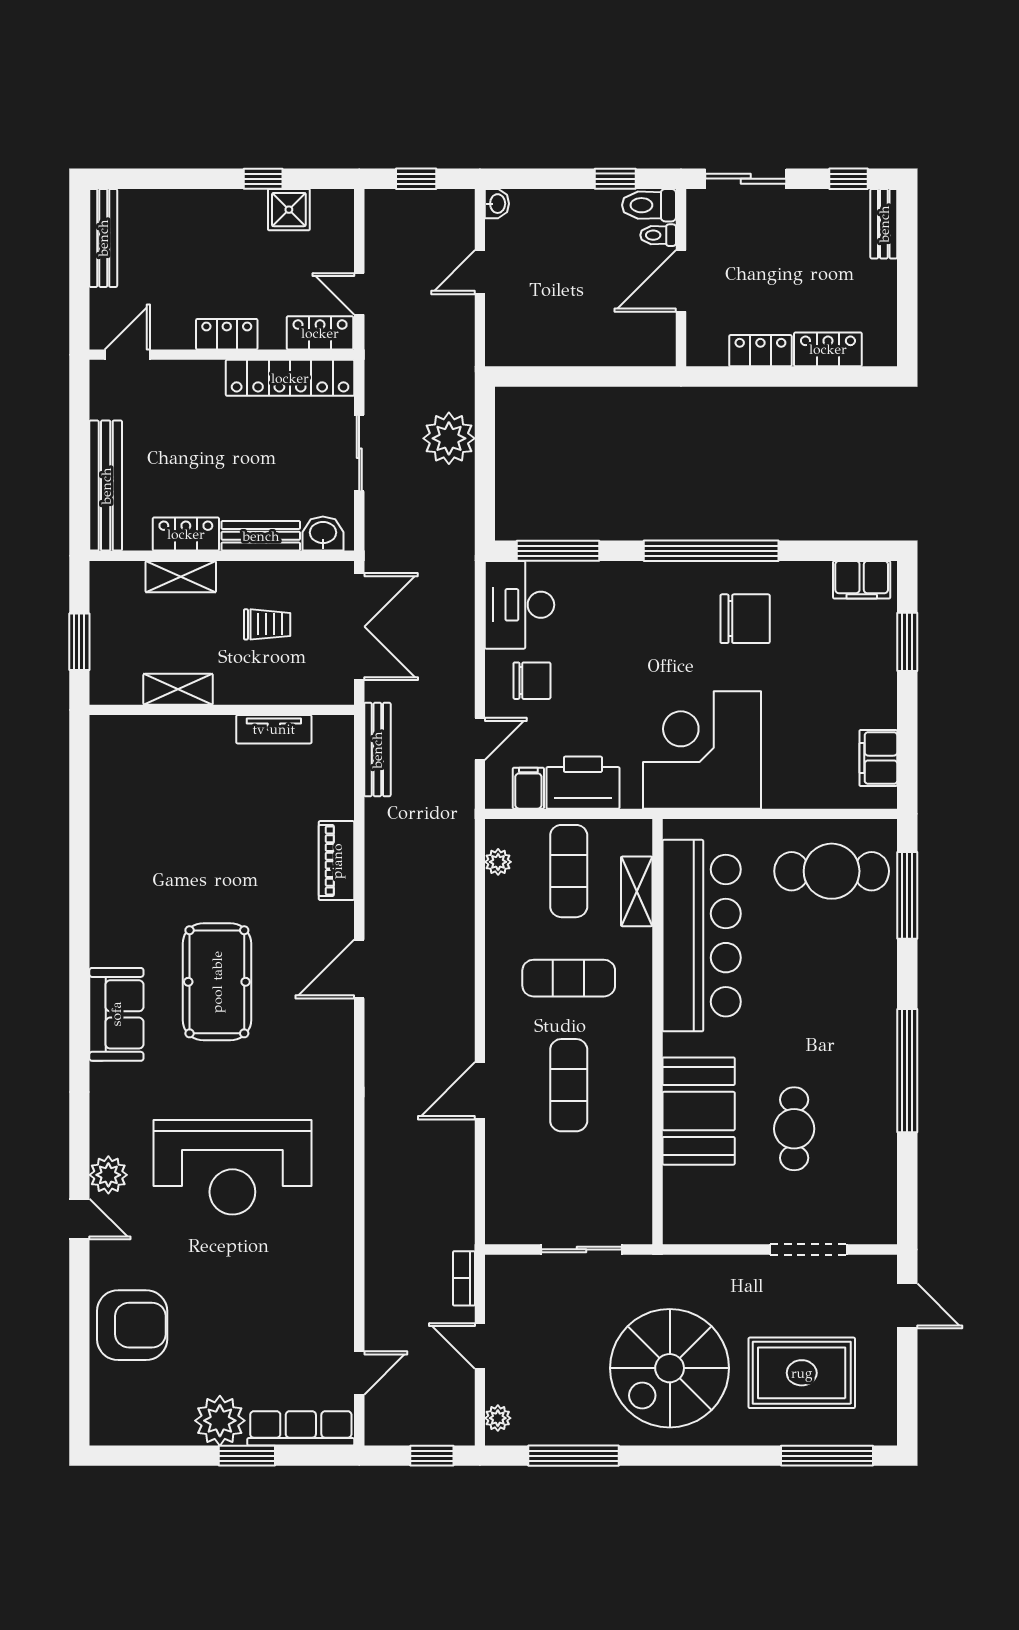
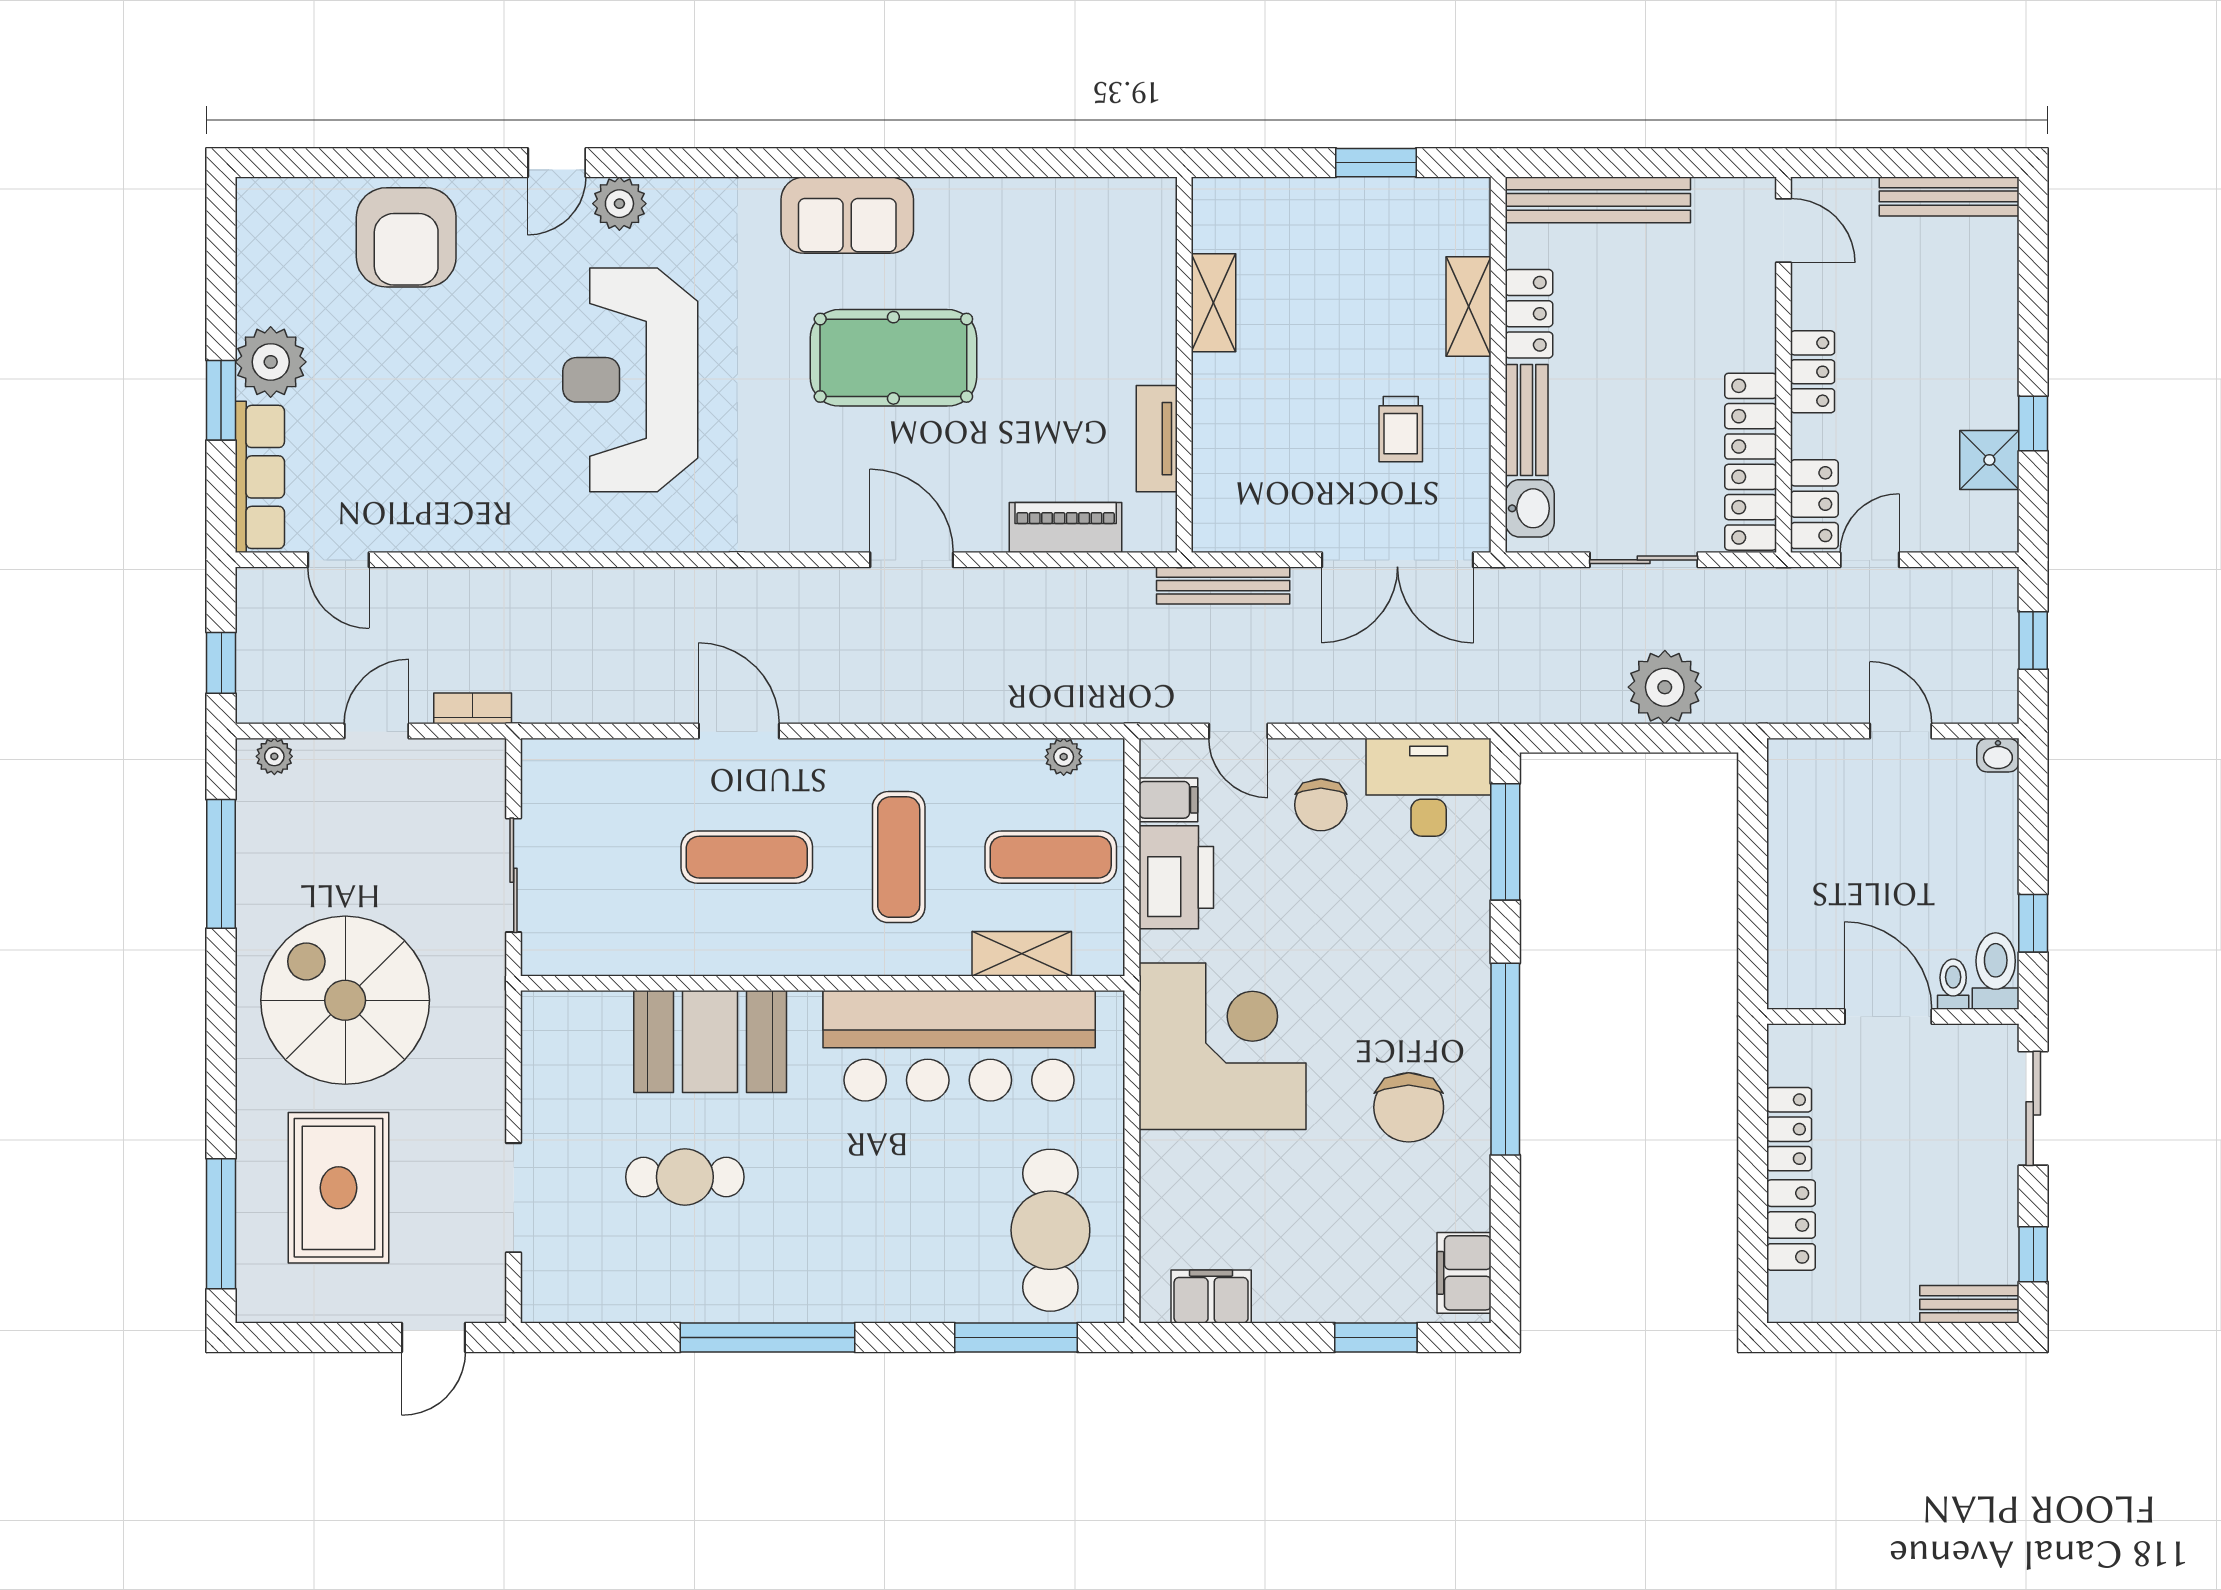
shelving: (178, 689) -> (1213, 303), moved
wall: (222, 710) -> (1184, 365), moved
tv unit: (274, 729) -> (1157, 439), moved

